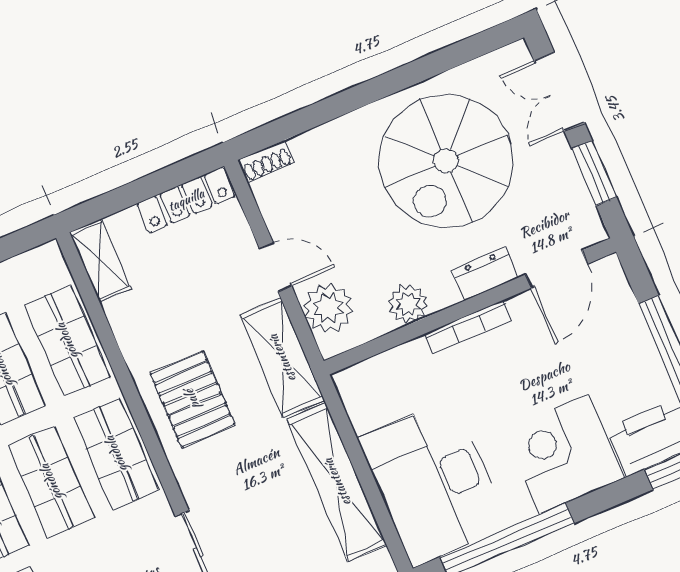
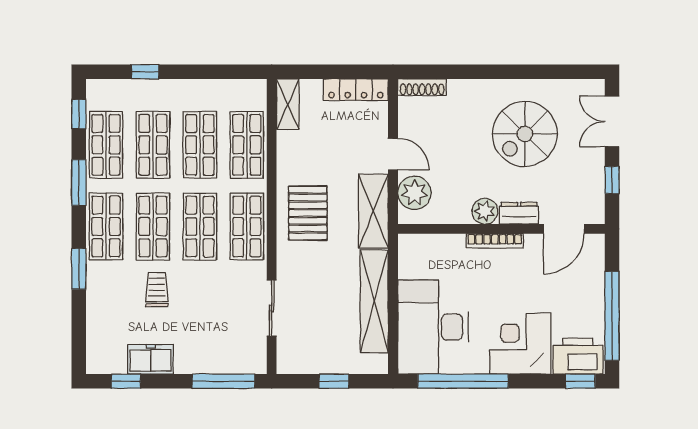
shoe rack: (266, 161) -> (422, 87), width x1.43
spiral stairs: (446, 161) -> (525, 134), width x0.73, depth x0.73
window: (594, 173) -> (612, 180), width x0.67
plant: (408, 304) -> (485, 211), moved

